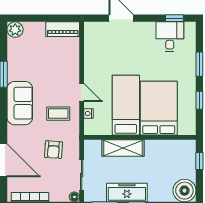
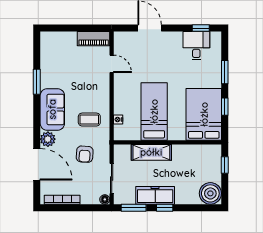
plant: (15, 30) -> (48, 139), moved
door: (82, 92) -> (112, 64), moved
bed: (159, 108) -> (204, 114), moved

